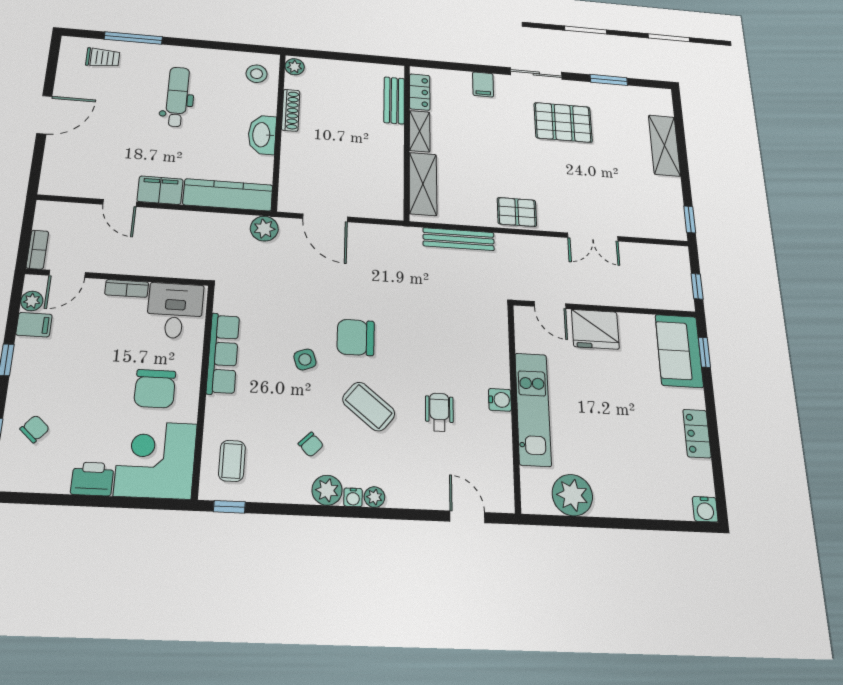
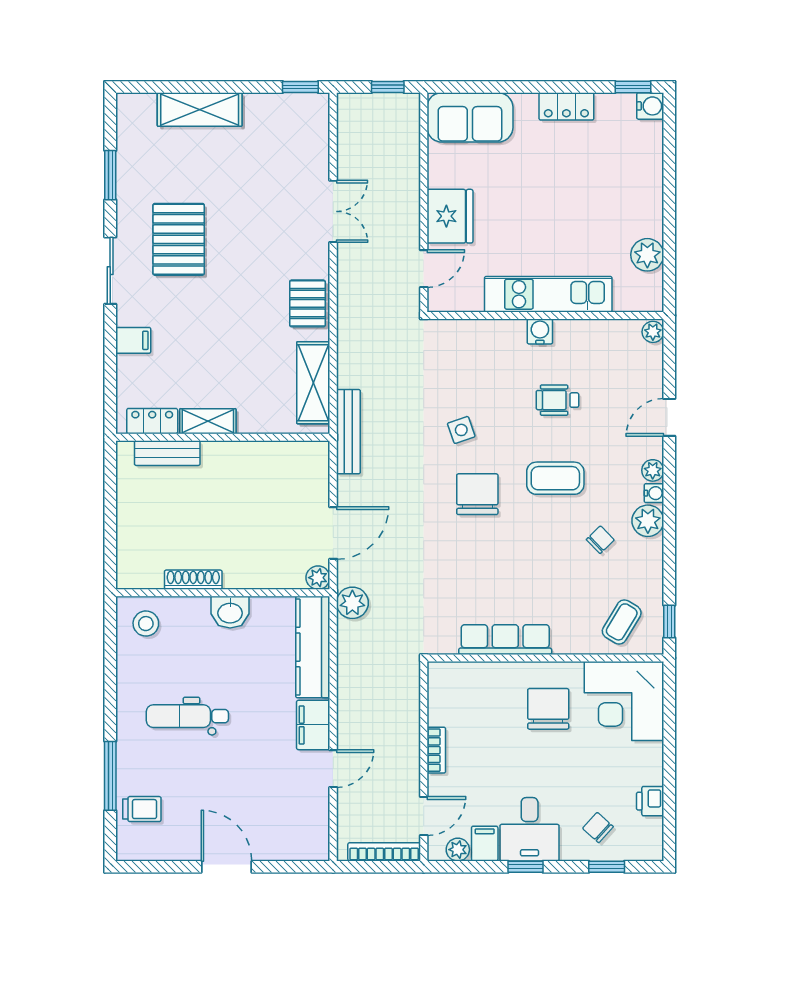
trolley: (103, 58) -> (142, 809), turned 90
plant: (295, 67) -> (318, 578), moved
washbasin: (262, 135) -> (230, 612), width x0.72
shelving: (423, 184) -> (313, 383), moved, turned 90
bench: (459, 239) -> (348, 432), moved
bookcase: (37, 250) -> (384, 852), width x1.56
door: (67, 274) -> (424, 816), hinge flipped
desk: (175, 311) -> (530, 829), moved, turned -90
chair: (356, 337) -> (477, 494), turned 180
window: (704, 352) -> (633, 87), moved
side table: (305, 359) -> (461, 430), moved
chair: (155, 389) -> (548, 709), turned -90
coffee table: (369, 406) -> (555, 478), turned 51
coffee table: (232, 461) -> (622, 622), turned -59
printer: (92, 479) -> (650, 801), moved, width x0.73, depth x0.81
plant: (572, 495) -> (647, 255), width x0.73, depth x0.73
plant: (503, 503) -> (653, 332), added
door: (467, 517) -> (669, 417), moved

